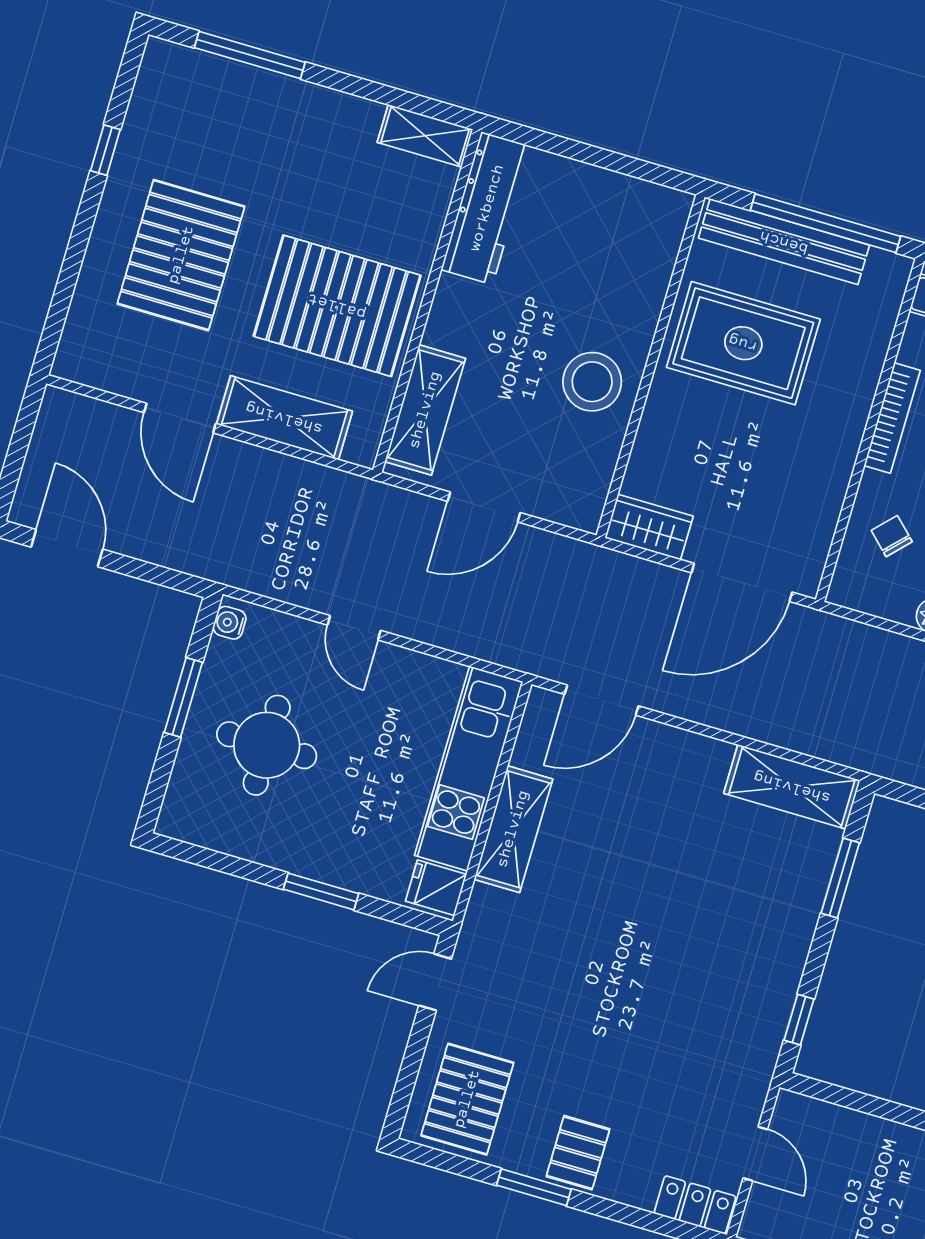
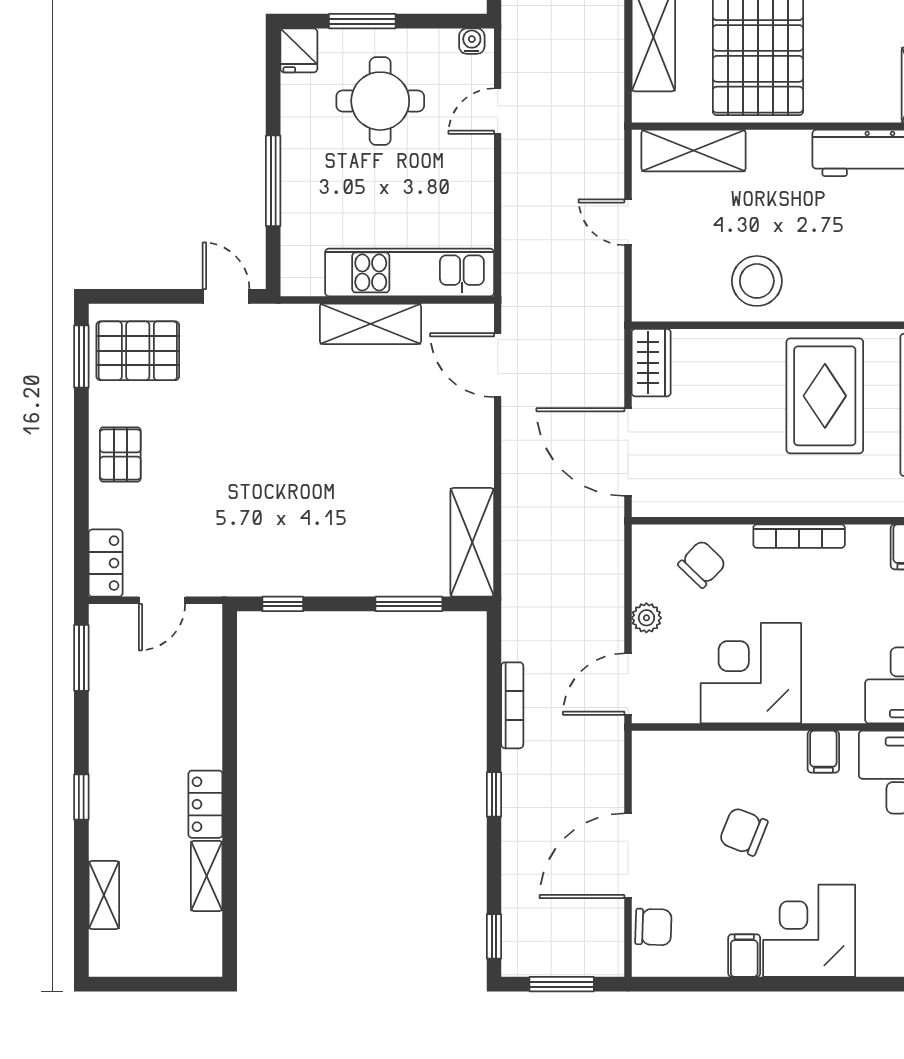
door: (484, 507) -> (628, 222), width x0.73
chair: (892, 536) -> (702, 564), width x1.37, depth x1.37
door: (354, 628) -> (498, 111), moved
window: (183, 697) -> (362, 21), moved
fridge: (436, 888) -> (299, 50), moved, turned 180
window: (321, 891) -> (273, 181), width x1.44
pallet: (578, 1153) -> (120, 455), turned 90
window: (534, 1187) -> (81, 357), moved

